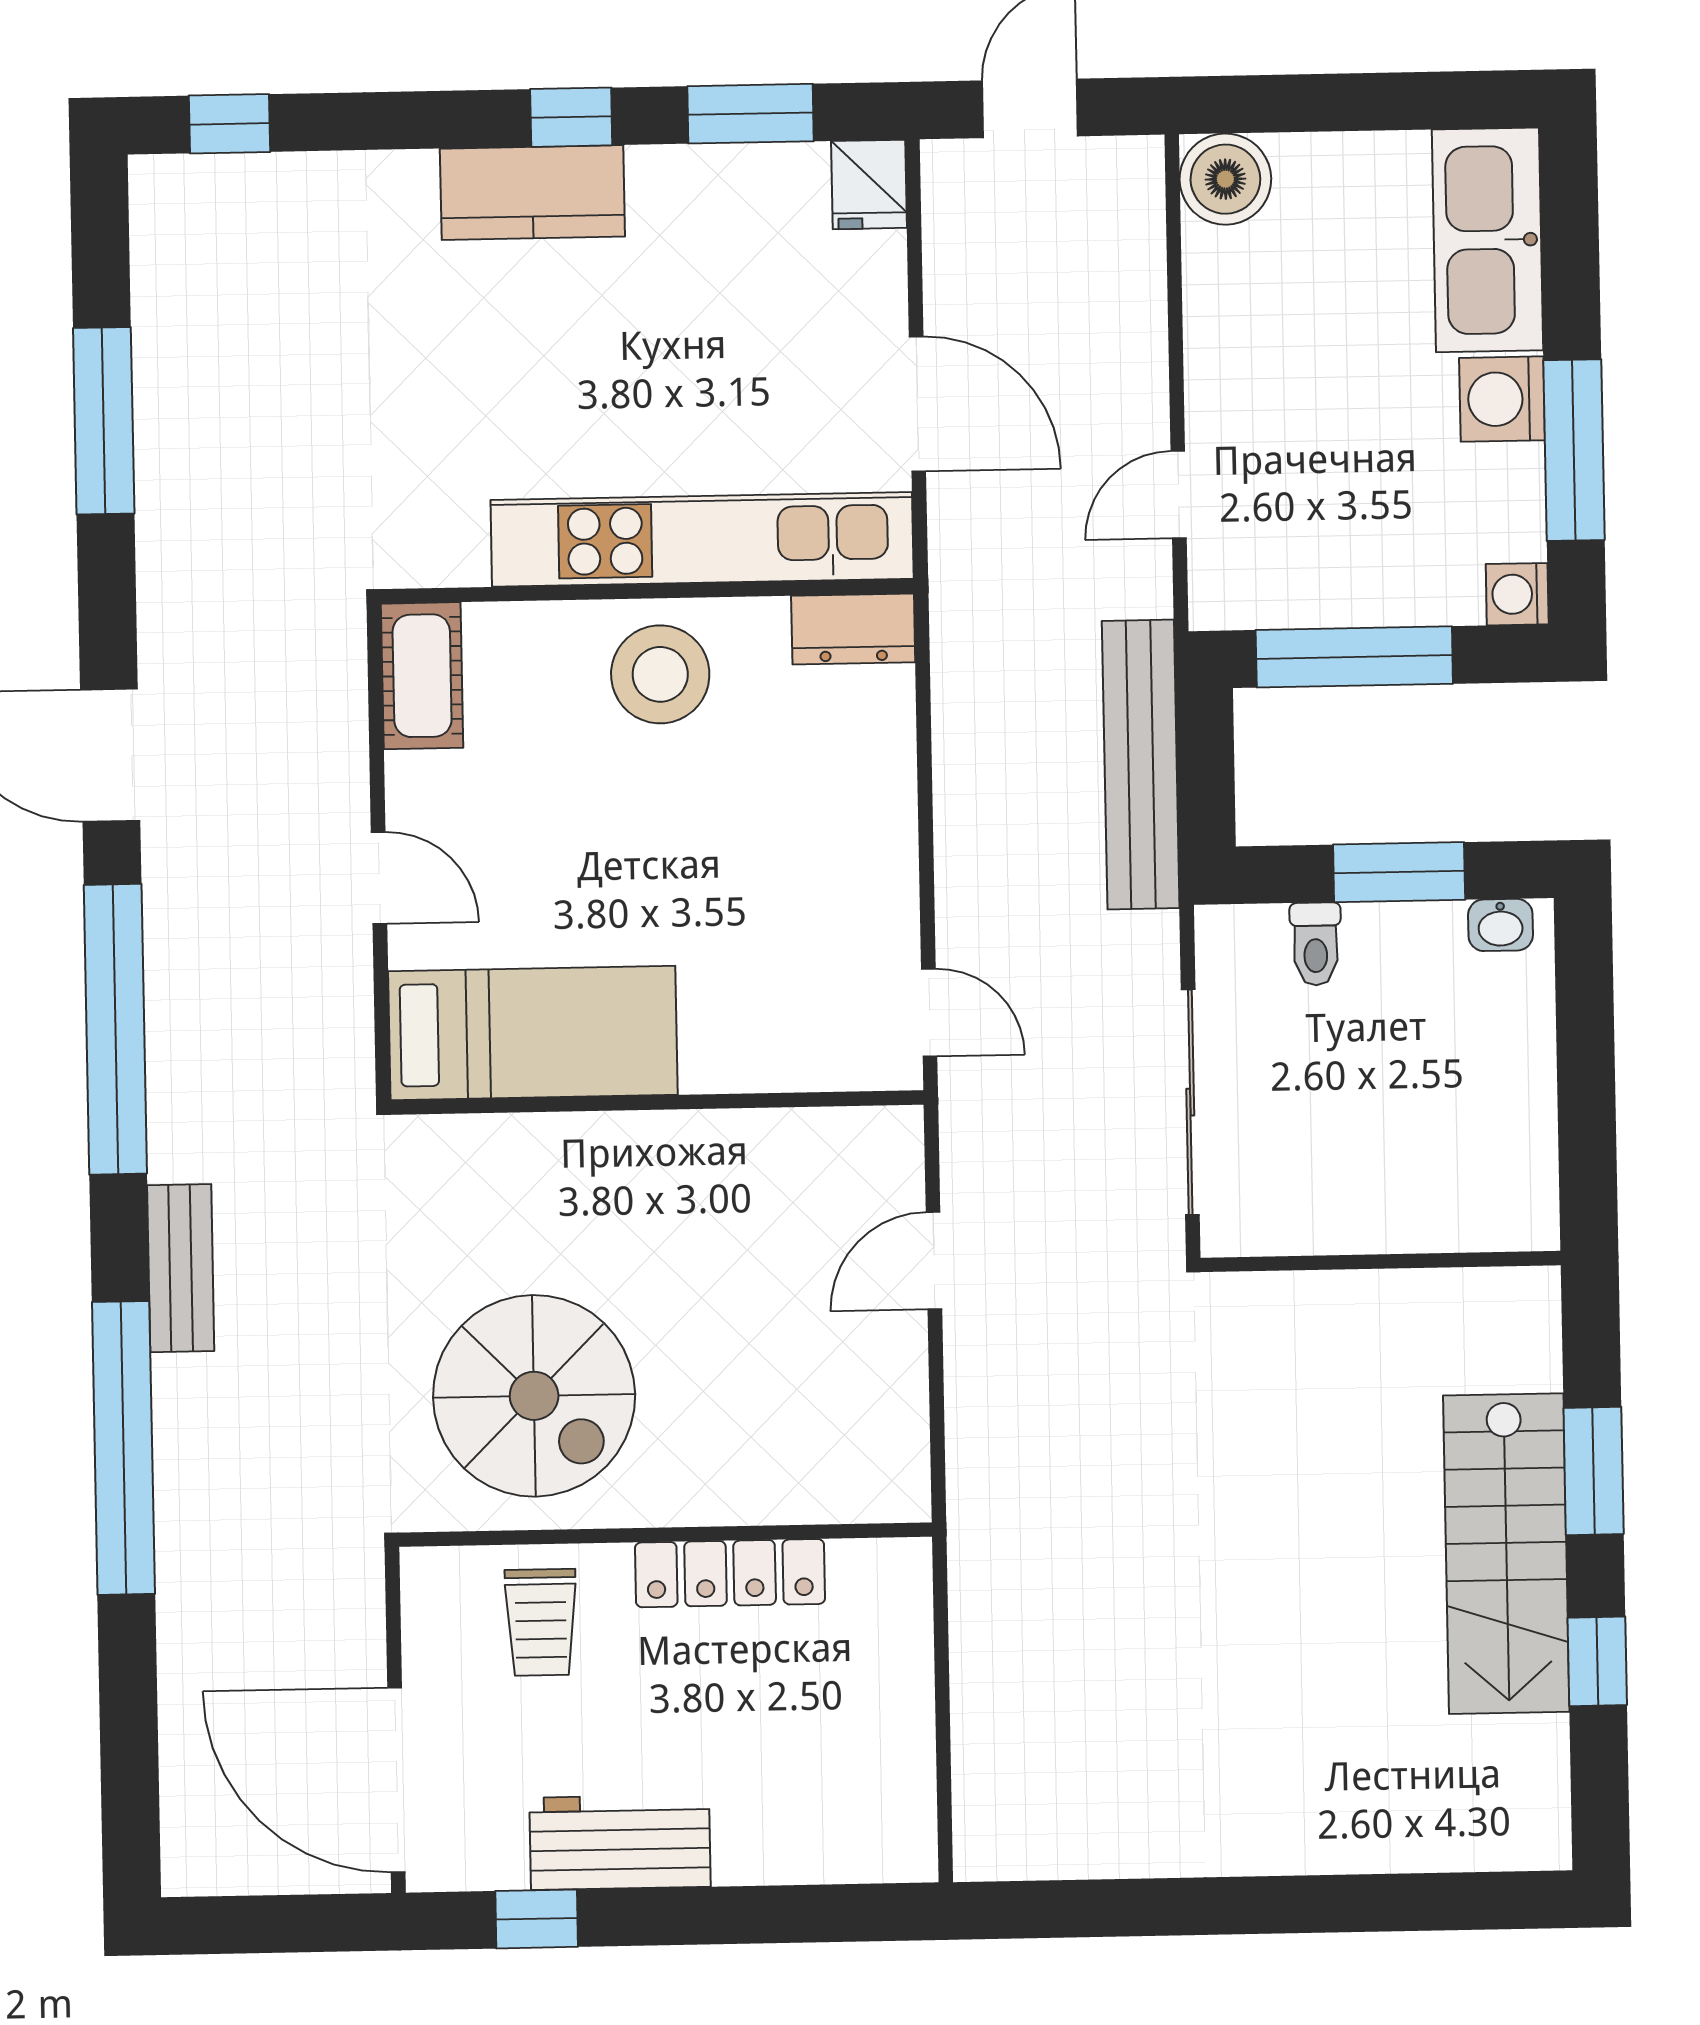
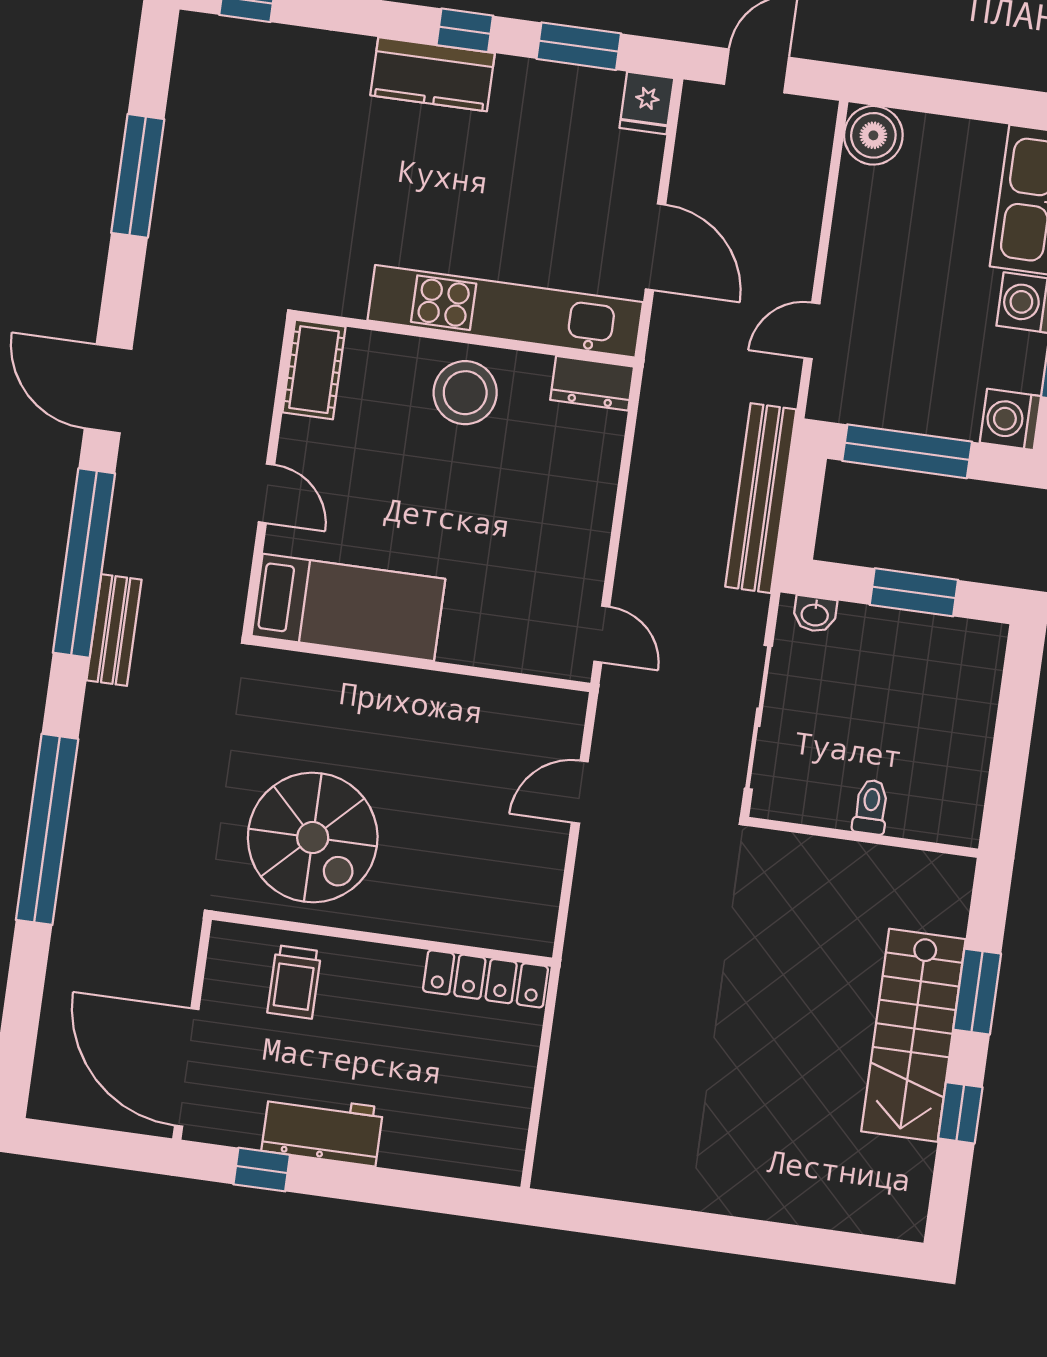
washing machine: (1517, 594) -> (1010, 419), width x1.38, depth x1.38
washbasin: (1501, 925) -> (815, 614), moved
toilet: (1316, 944) -> (871, 807), moved, turned 180
bench: (181, 1268) -> (114, 630), moved
locker: (730, 1573) -> (485, 979), moved

